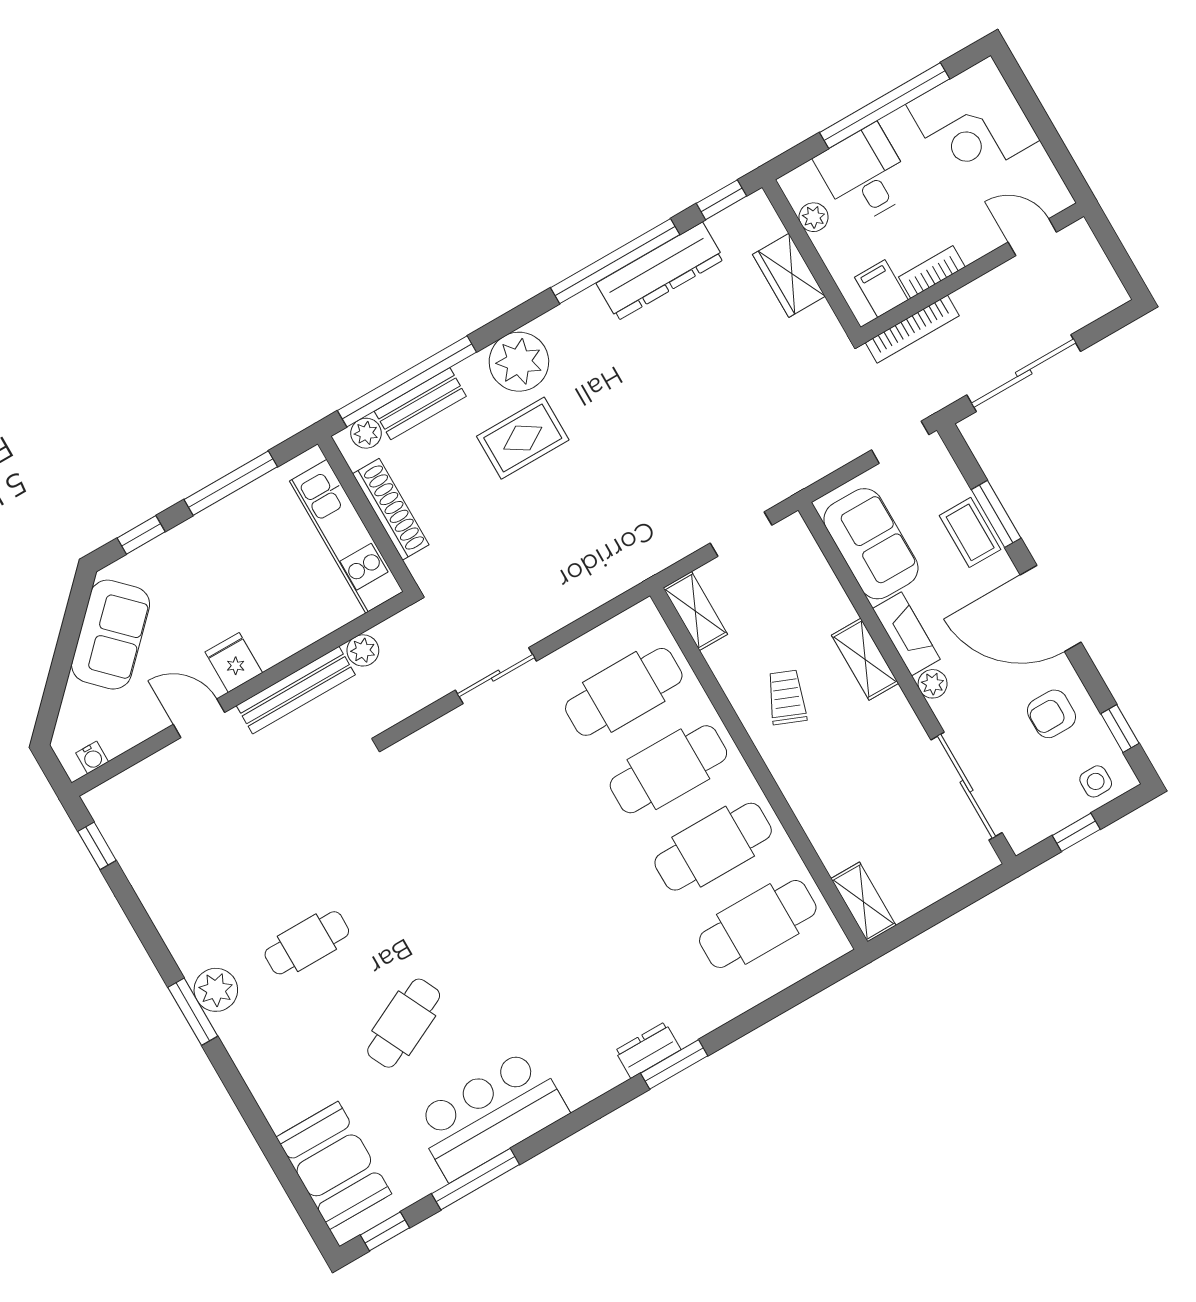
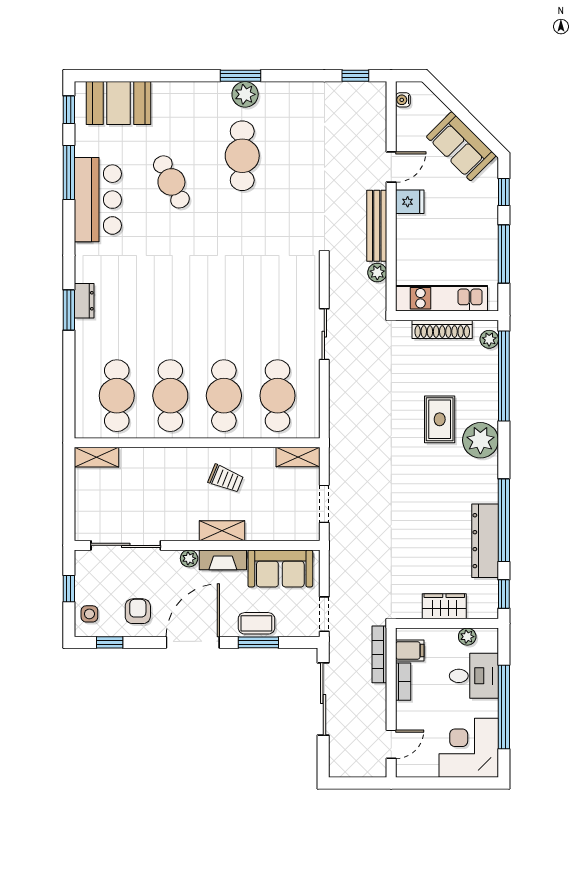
bench: (420, 404) -> (488, 376), removed
cafe table: (307, 943) -> (242, 156), width x1.37, depth x1.35

